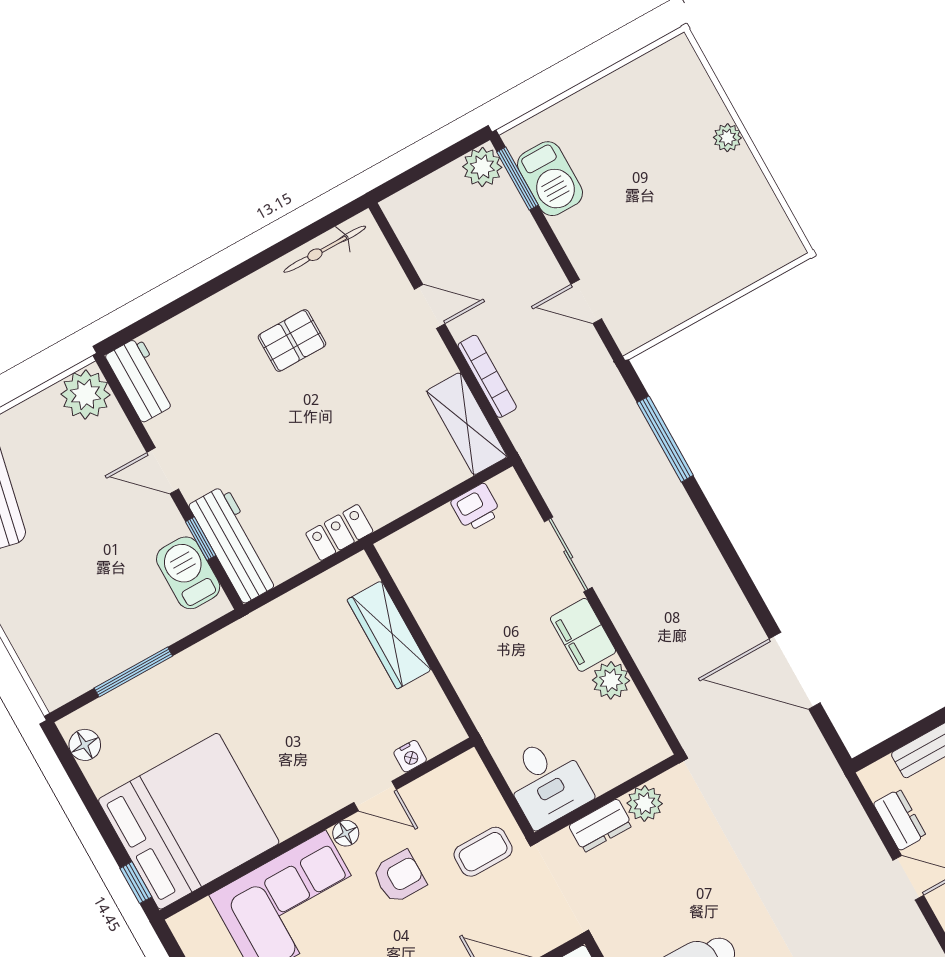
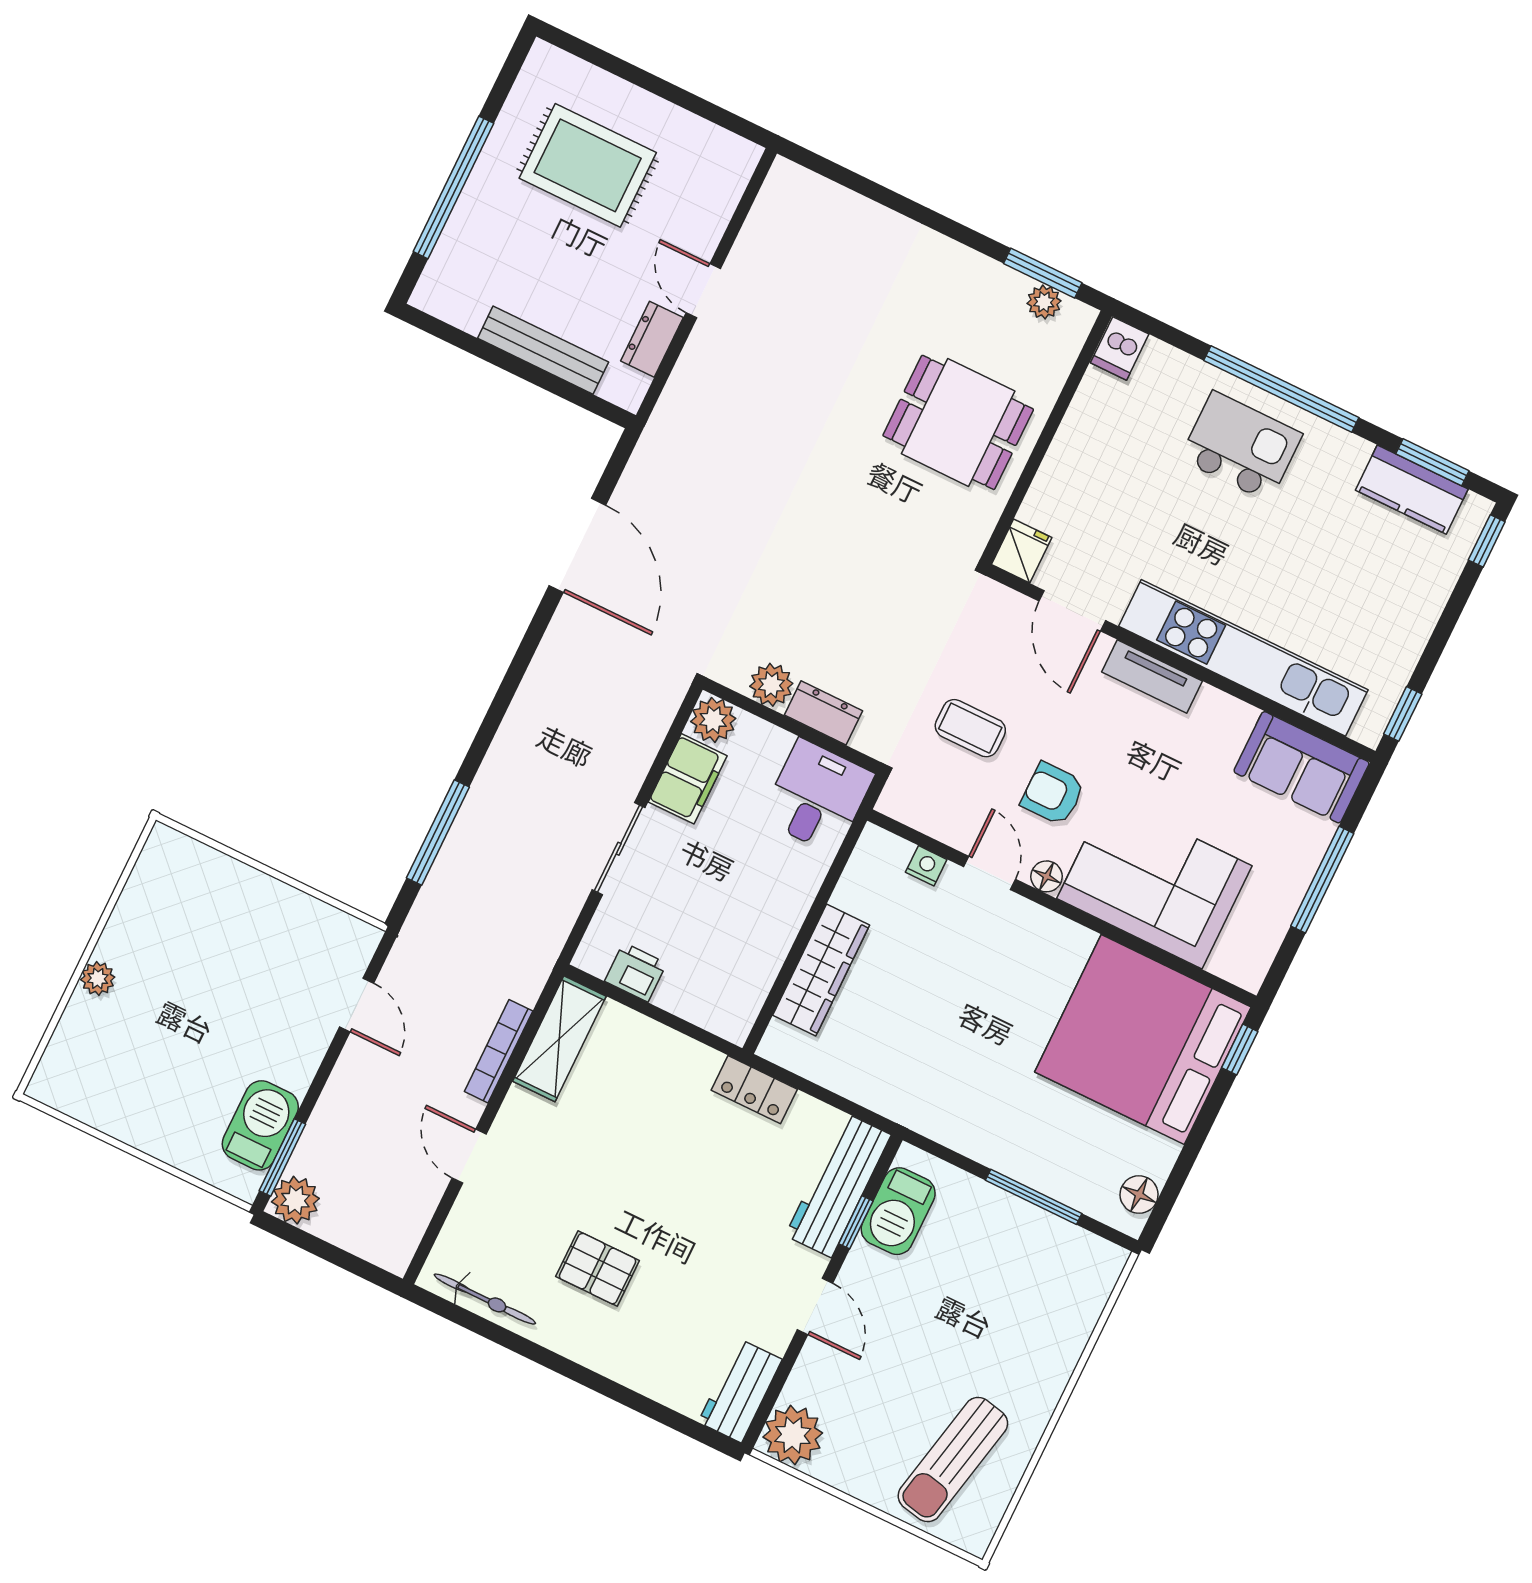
desk: (547, 782) -> (817, 796), moved
wall: (607, 798) -> (792, 726), moved
plant: (645, 803) -> (771, 685), moved
dresser: (601, 826) -> (824, 713), moved

